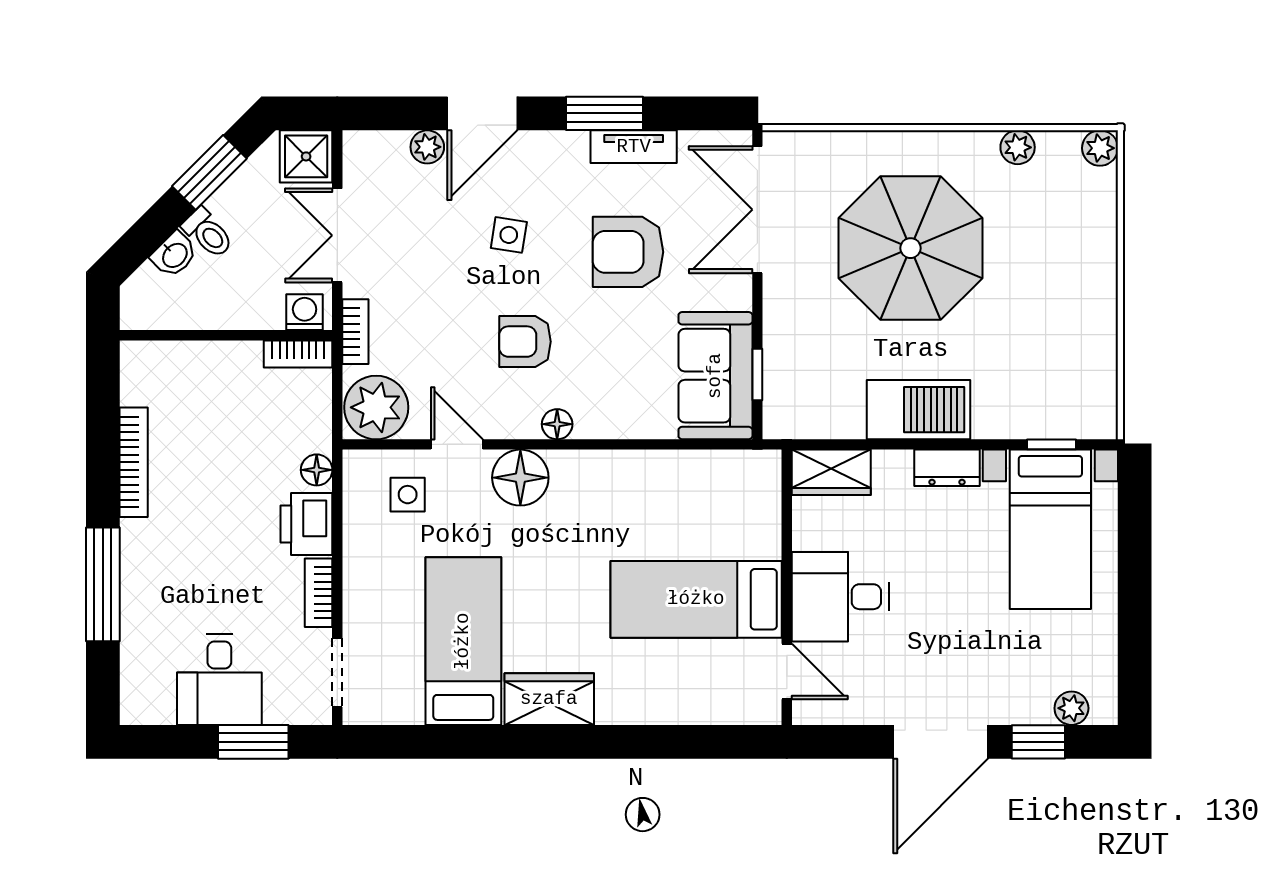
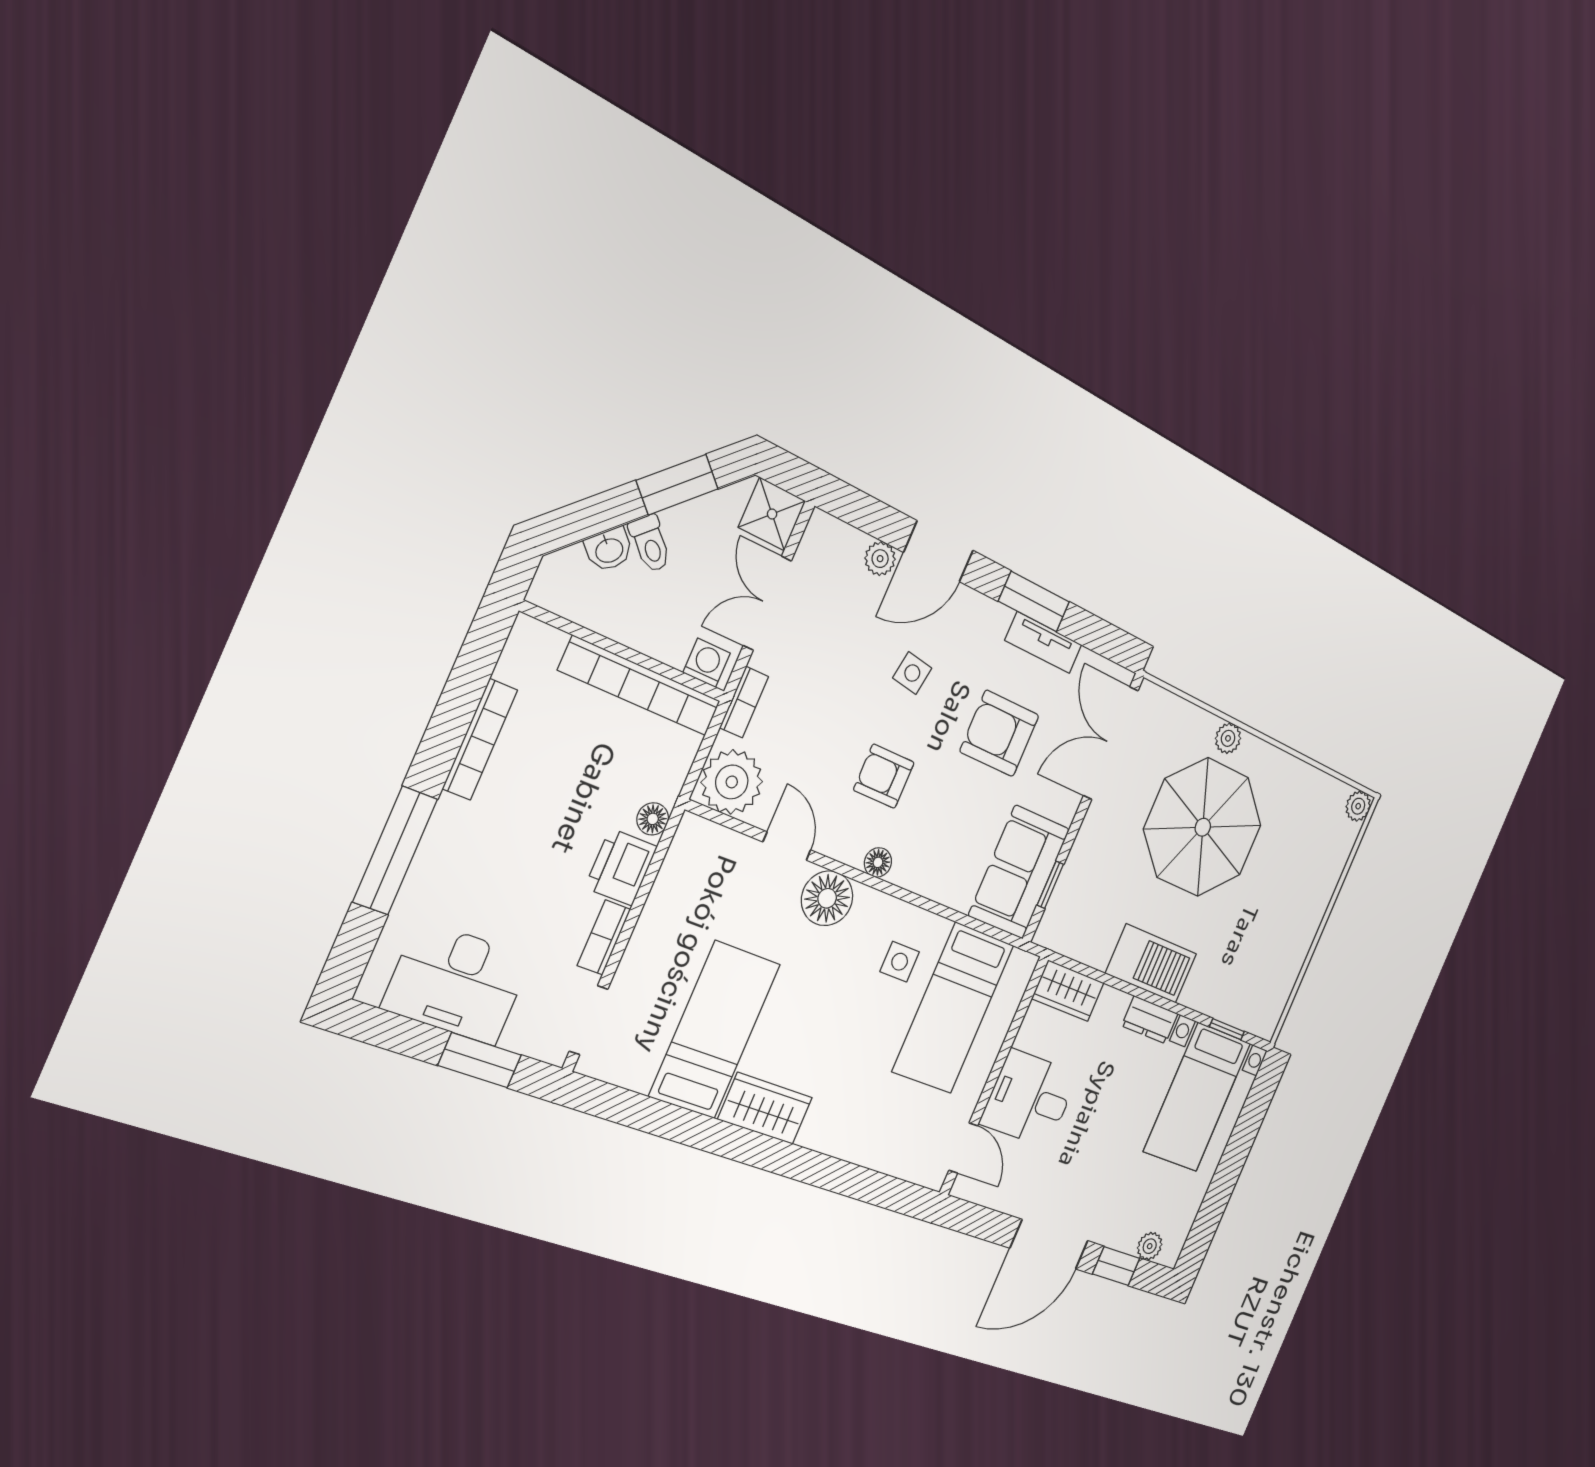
plant: (1018, 147) -> (1228, 738), moved
bookcase: (298, 354) -> (640, 686), width x2.31, depth x1.31
side table: (408, 495) -> (900, 962), moved
bed: (696, 599) -> (953, 1008), moved, turned -90
desk: (219, 680) -> (457, 983), width x1.37

